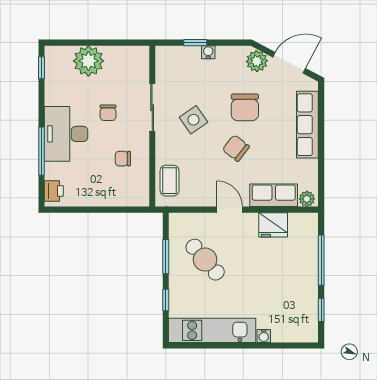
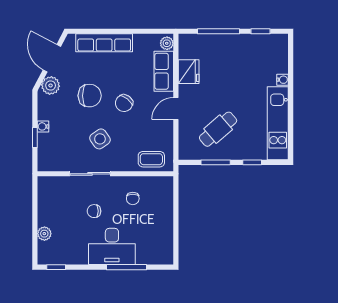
plant: (88, 61) -> (44, 234), width x0.53, depth x0.53
chair: (108, 113) -> (94, 211), turned 180
printer: (54, 191) -> (160, 257), removed

